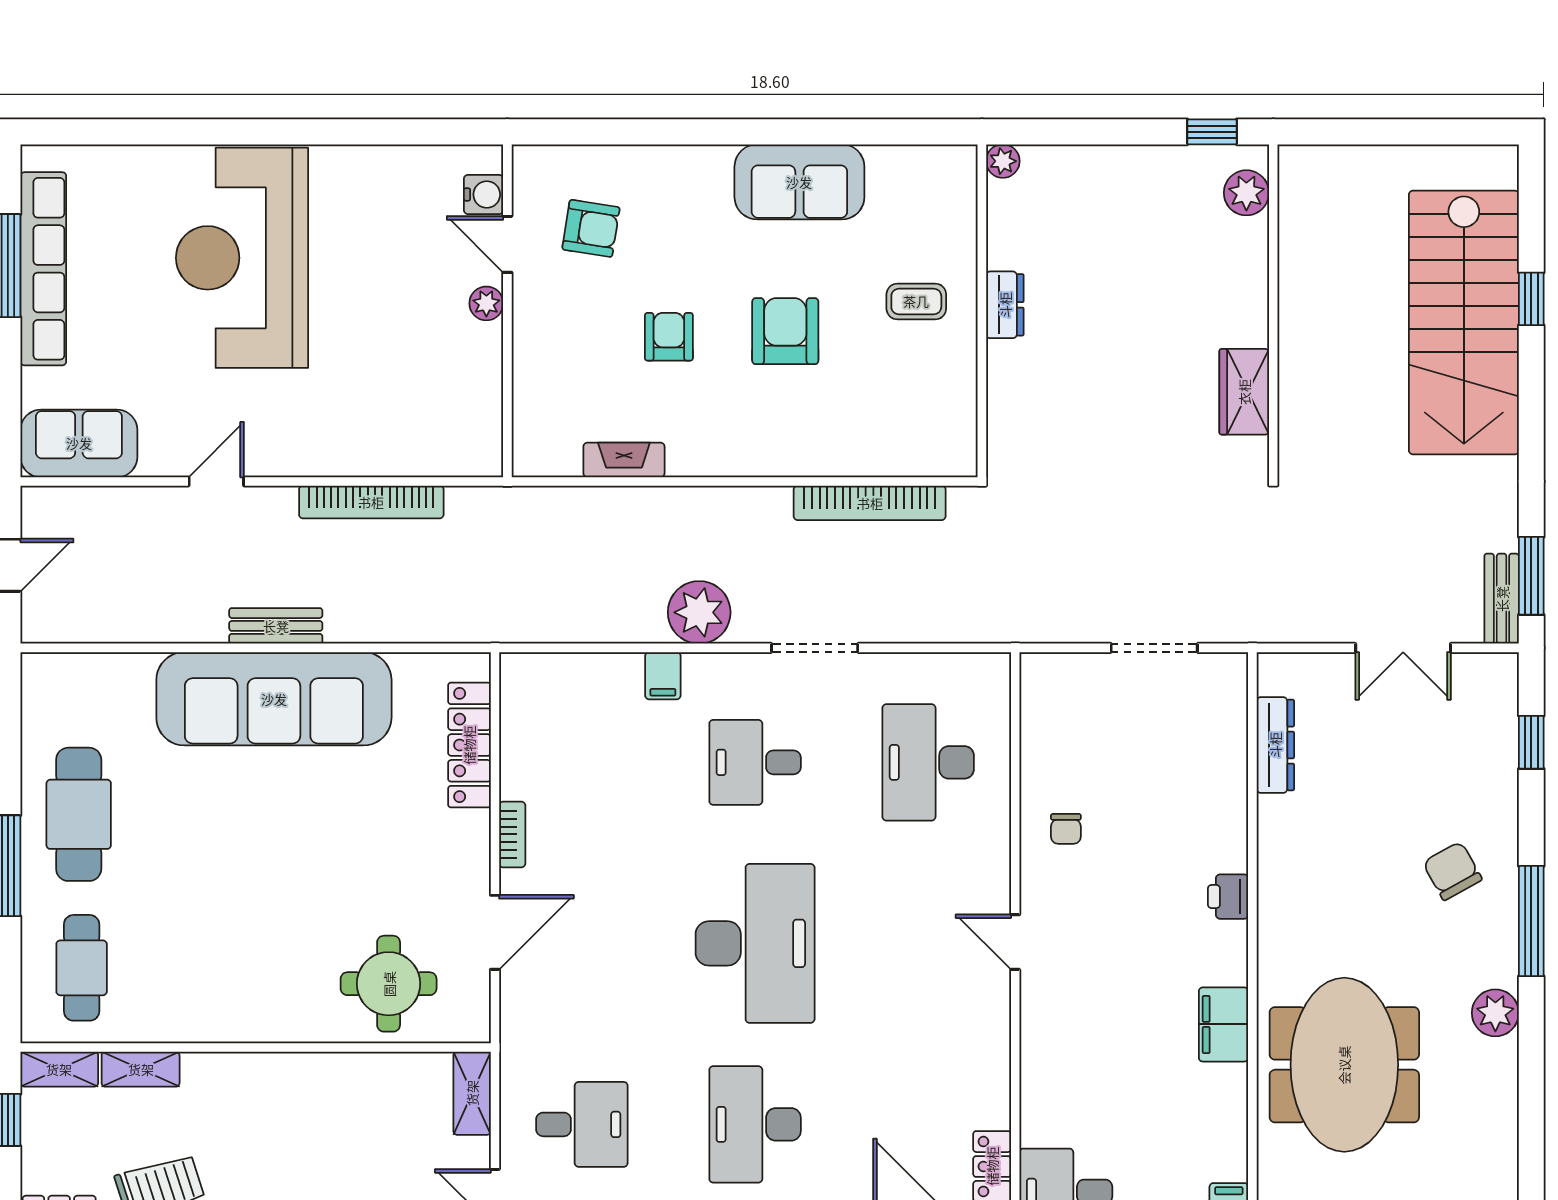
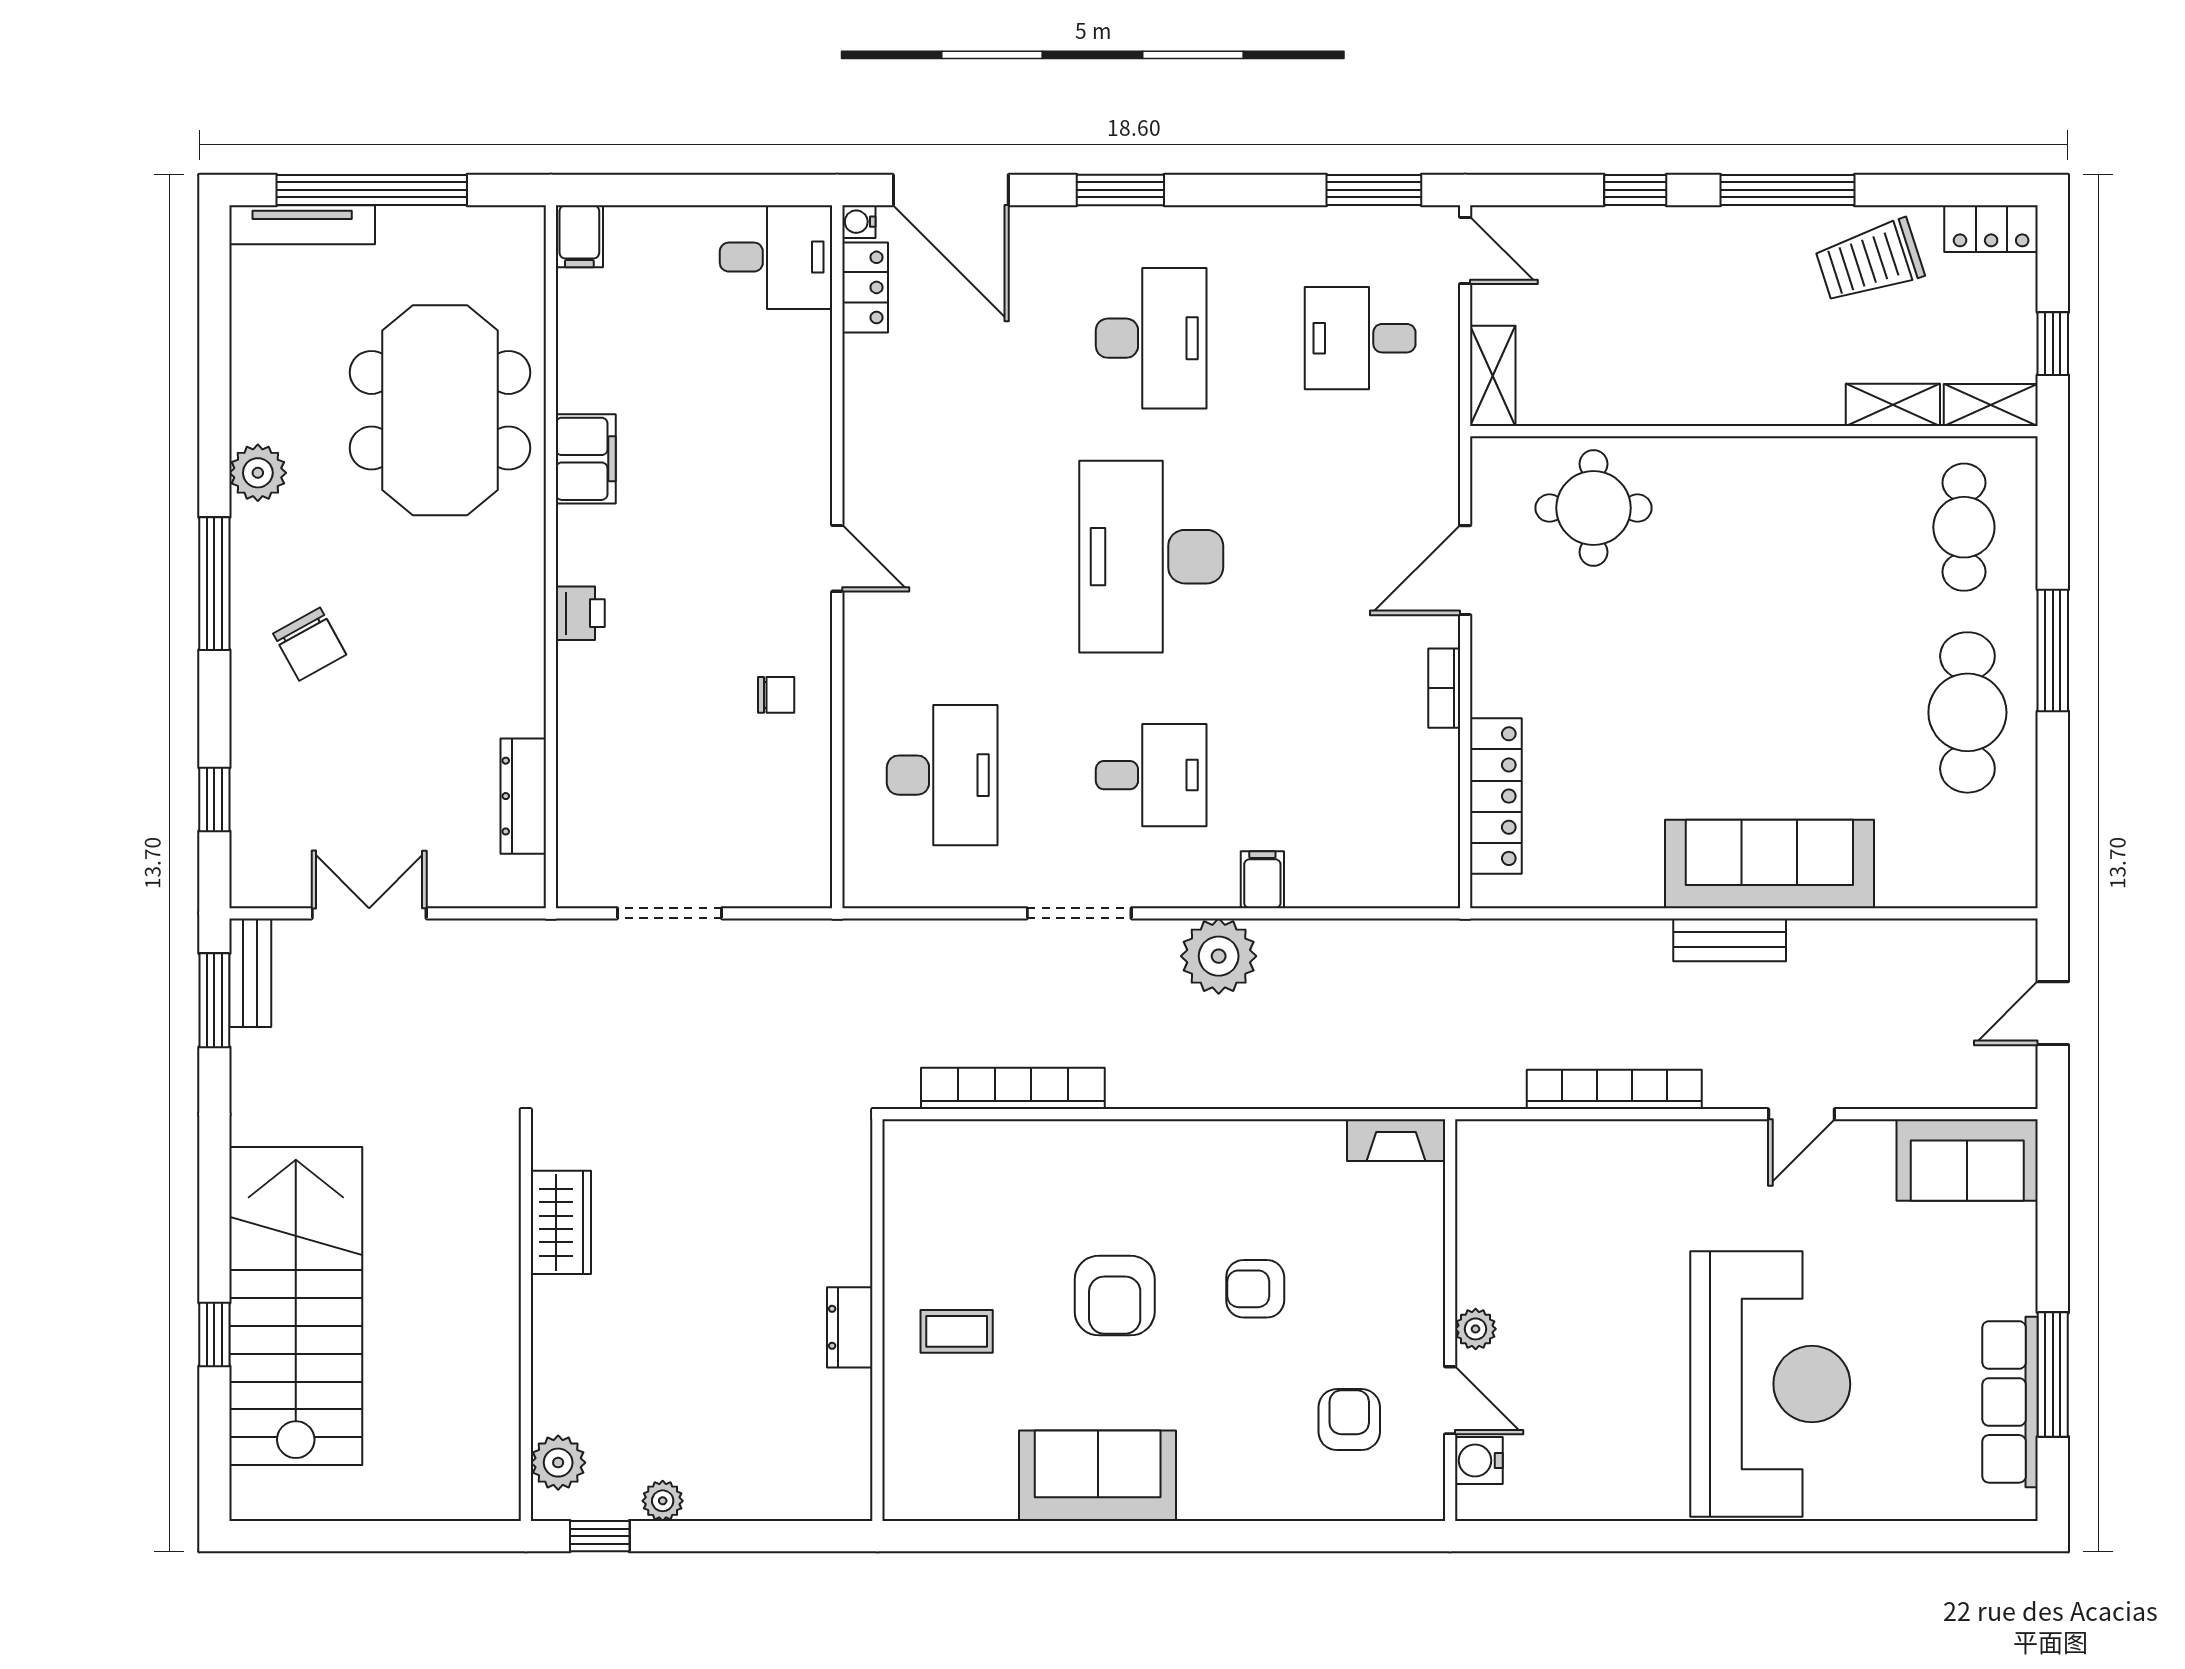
plant: (1003, 161) -> (663, 1501), moved
armchair: (591, 228) -> (1349, 1420), turned 81
row of seats: (43, 269) -> (2010, 1402), width x0.73
armchair: (669, 337) -> (1255, 1289), turned 90
fireplace: (624, 460) -> (1396, 1140), moved
sofa: (274, 699) -> (1769, 864), width x0.74, depth x0.79
chair: (1066, 829) -> (776, 695), turned 90

